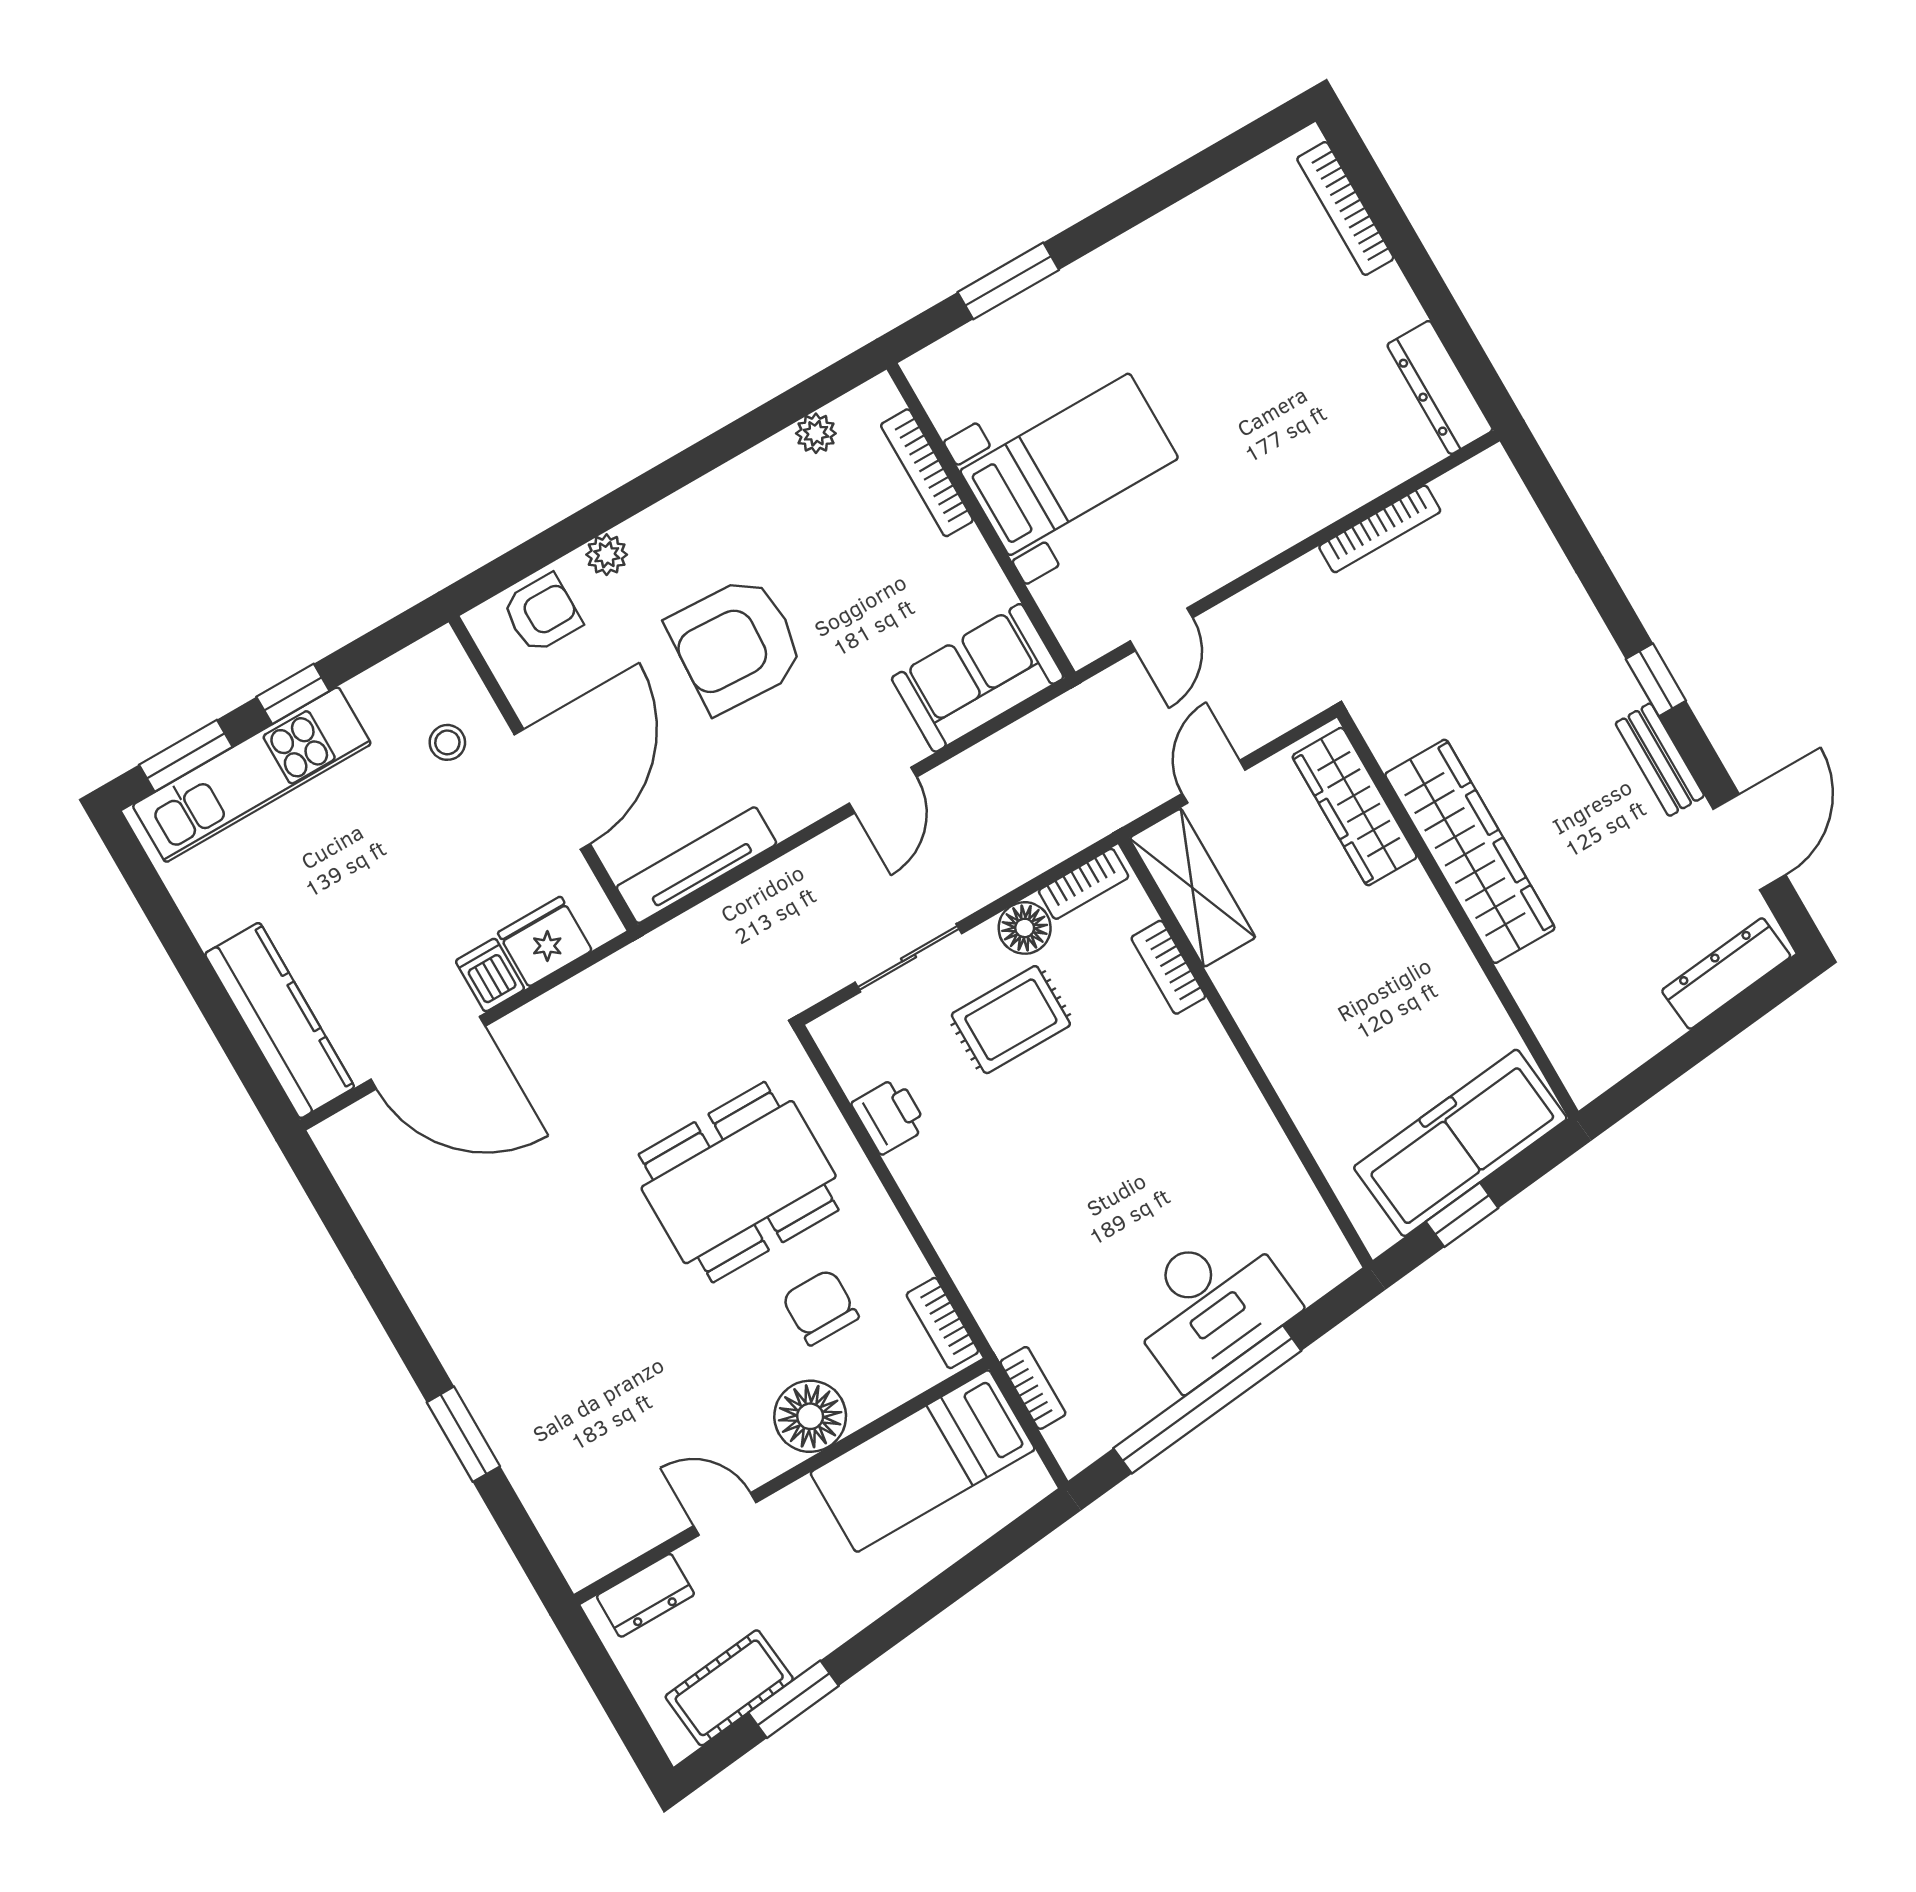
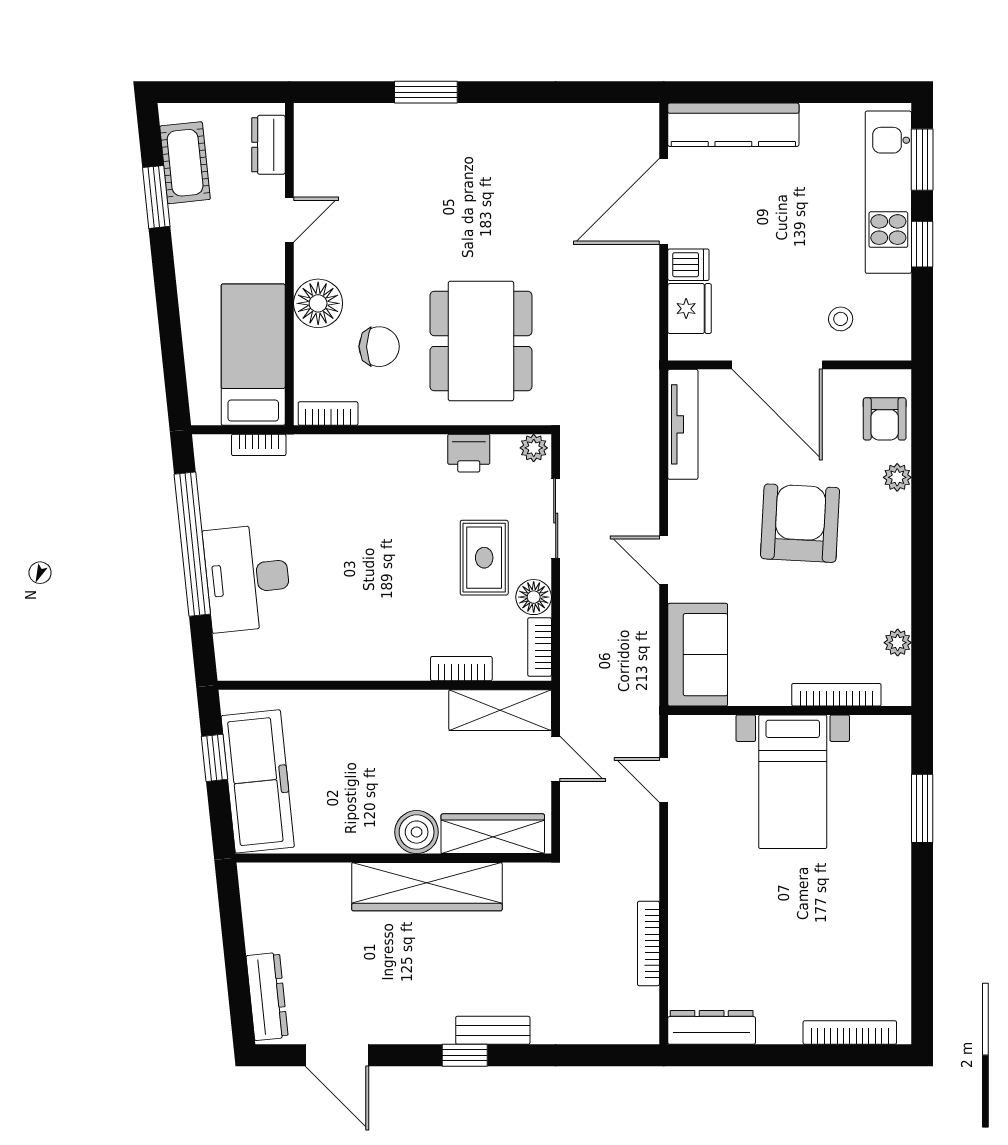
bench: (1660, 760) -> (493, 1030), moved
boiler: (1408, 904) -> (417, 832), added
plant: (836, 1037) -> (534, 448), added

